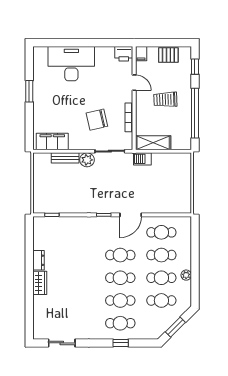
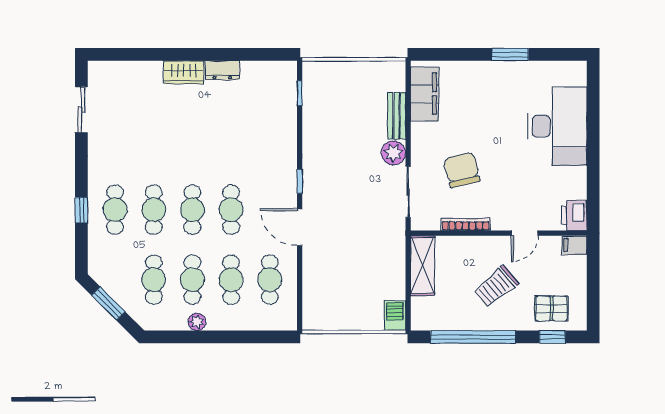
pallet: (168, 55) -> (551, 308), moved, turned 90
trolley: (165, 99) -> (496, 287), turned -128
barbecue: (142, 159) -> (395, 316), moved

